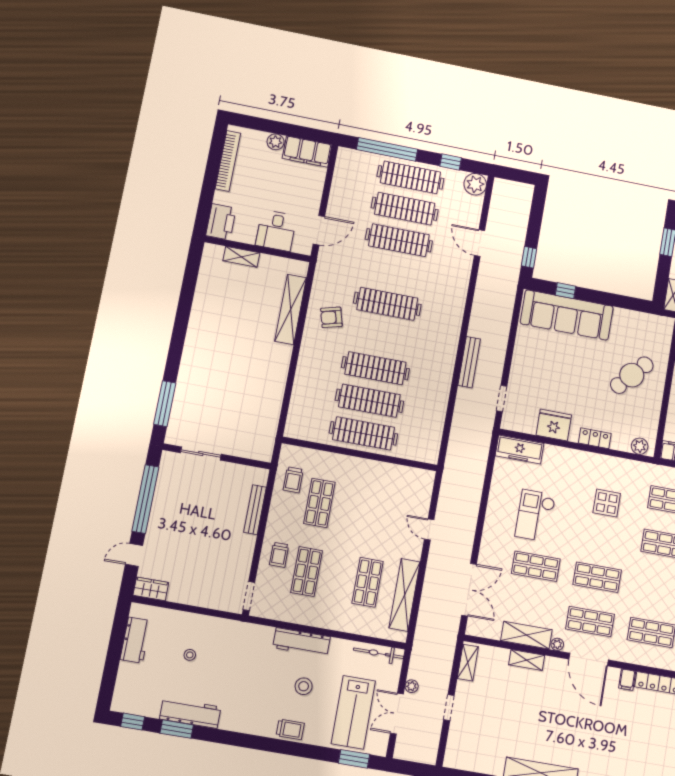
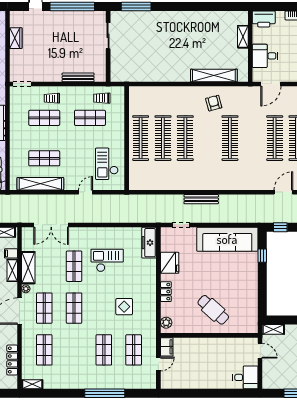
door: (319, 230) -> (271, 84), hinge flipped
sofa: (567, 315) -> (227, 239), moved, turned -90
checkout: (393, 490) -> (107, 164), added
wardrobe: (151, 589) -> (16, 38), moved
filing cabinet: (627, 680) -> (11, 253), moved

